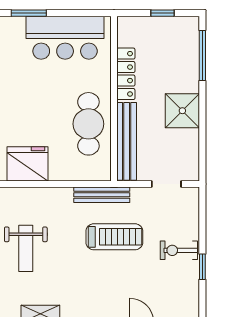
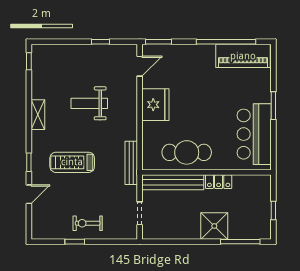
locker: (126, 74) -> (219, 182), width x0.66
shower: (182, 111) -> (214, 226), moved
treadmill: (114, 237) -> (72, 162), moved, turned 90
exercise bike: (179, 250) -> (88, 223), turned -90

